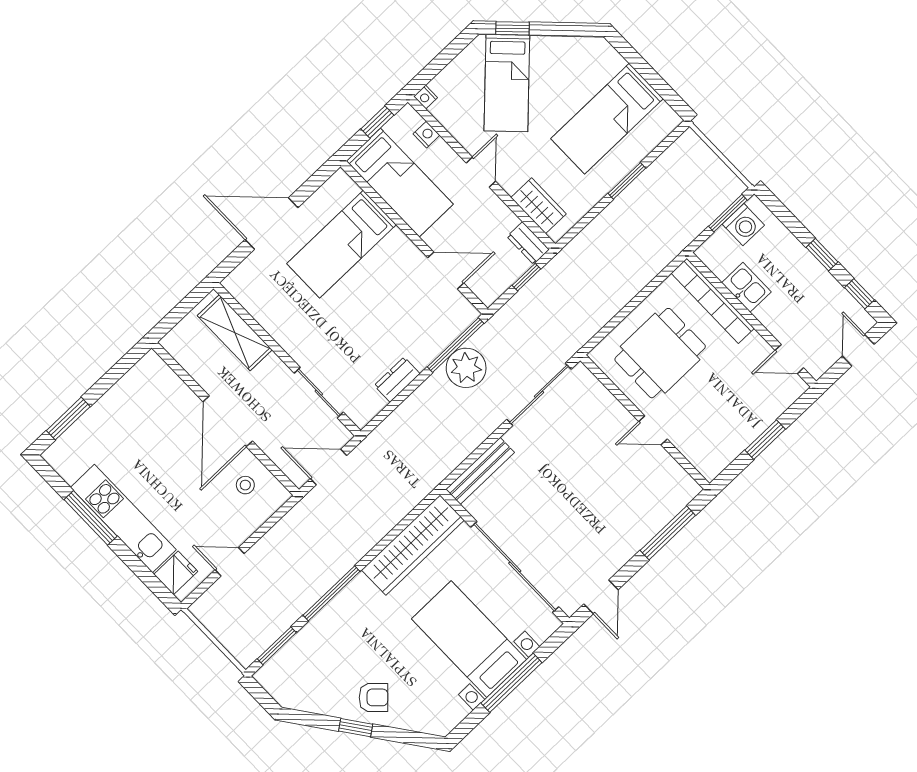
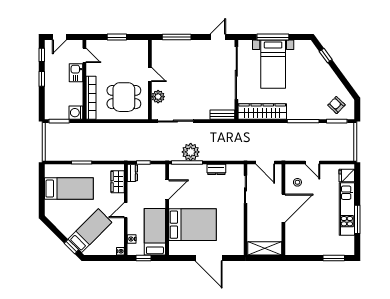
washing machine: (743, 225) -> (76, 113), moved, turned -90
bed: (342, 244) -> (193, 225), width x1.50
door: (446, 270) -> (167, 189), swing flipped
kitchen sink: (746, 287) -> (76, 73), moved
shelving: (235, 333) -> (265, 248), moved, turned 90
plant: (605, 407) -> (158, 97), added
bench: (480, 471) -> (222, 115), width x0.73
door: (230, 562) -> (313, 163), moved
armchair: (373, 697) -> (336, 105), moved
window: (356, 728) -> (326, 55), moved

